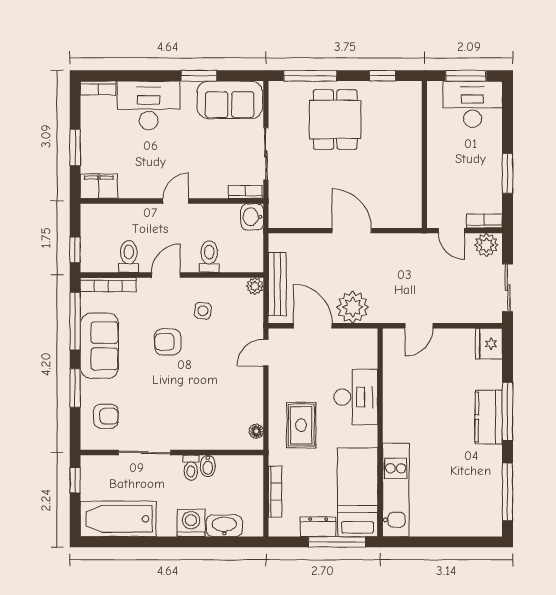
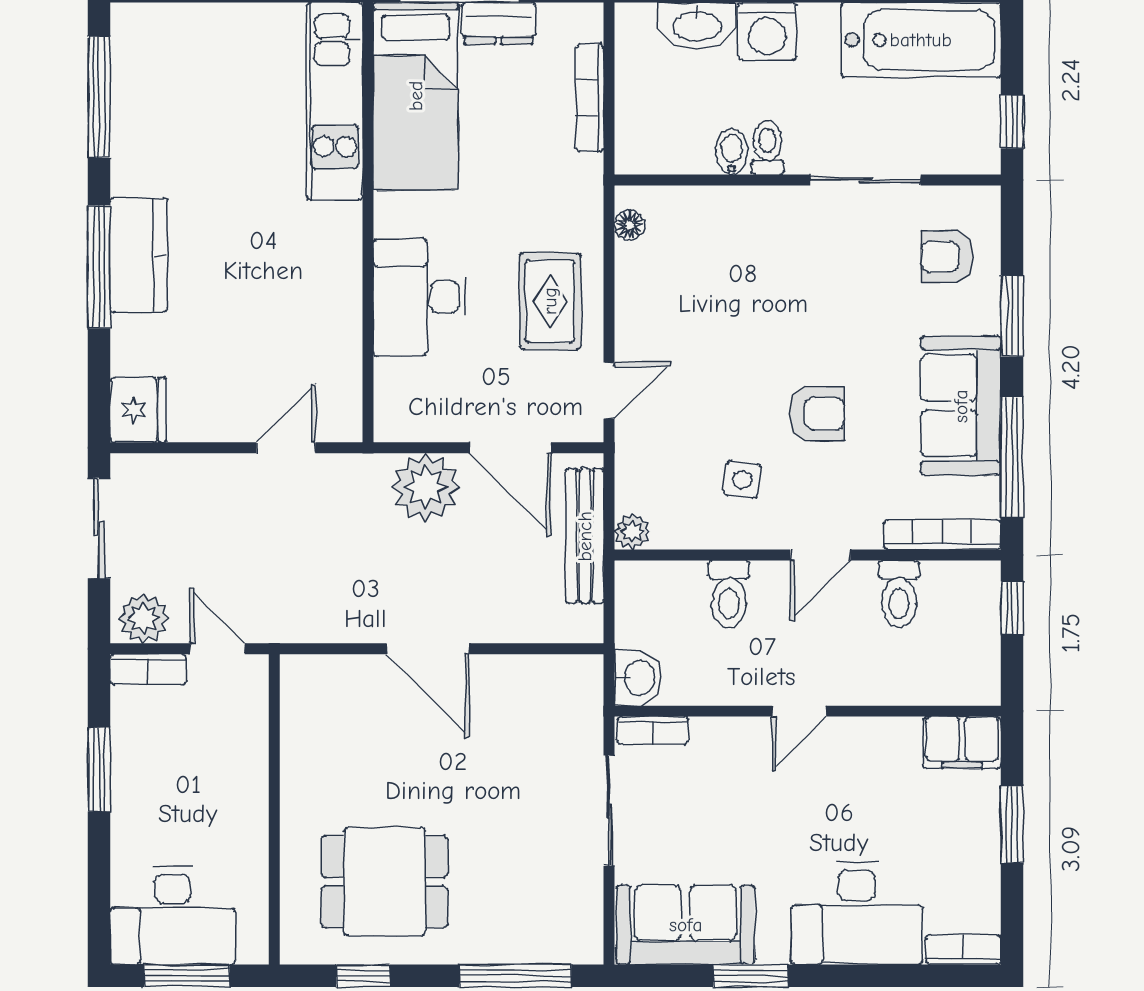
dining table: (335, 119) -> (384, 882), moved, turned 90
rug: (301, 425) -> (550, 301), moved

